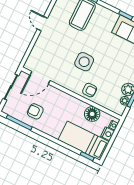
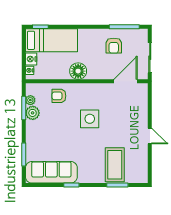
armchair: (90, 90) -> (59, 96), moved
armchair: (35, 111) -> (114, 46), turned 90
floor lamp: (92, 114) -> (78, 71), moved

